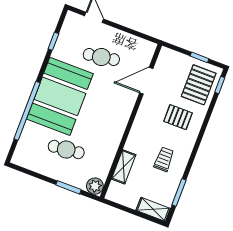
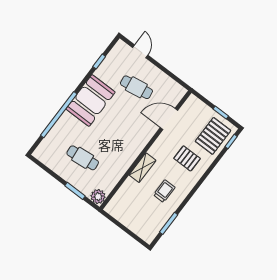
booth: (60, 96) -> (91, 100), width x0.73, depth x0.70
shelving: (124, 167) -> (143, 168), moved
shelving: (153, 209) -> (142, 231), removed

